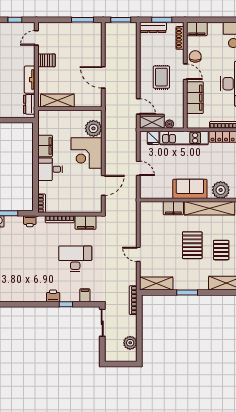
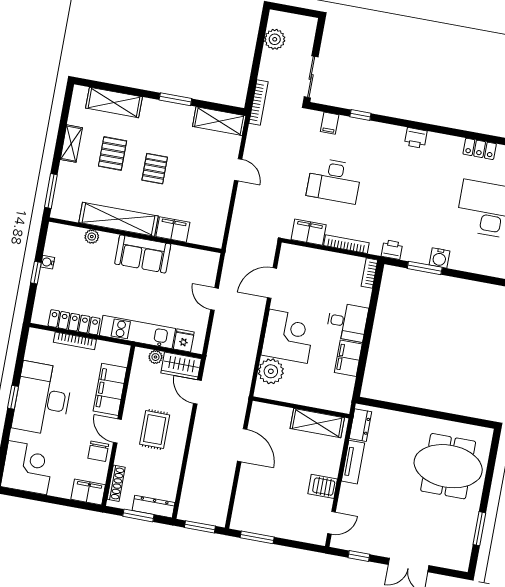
plant: (221, 190) -> (92, 237), width x0.53, depth x0.53
pallet: (192, 245) -> (155, 169), width x0.67, depth x0.71
printer: (53, 296) -> (416, 138), moved

